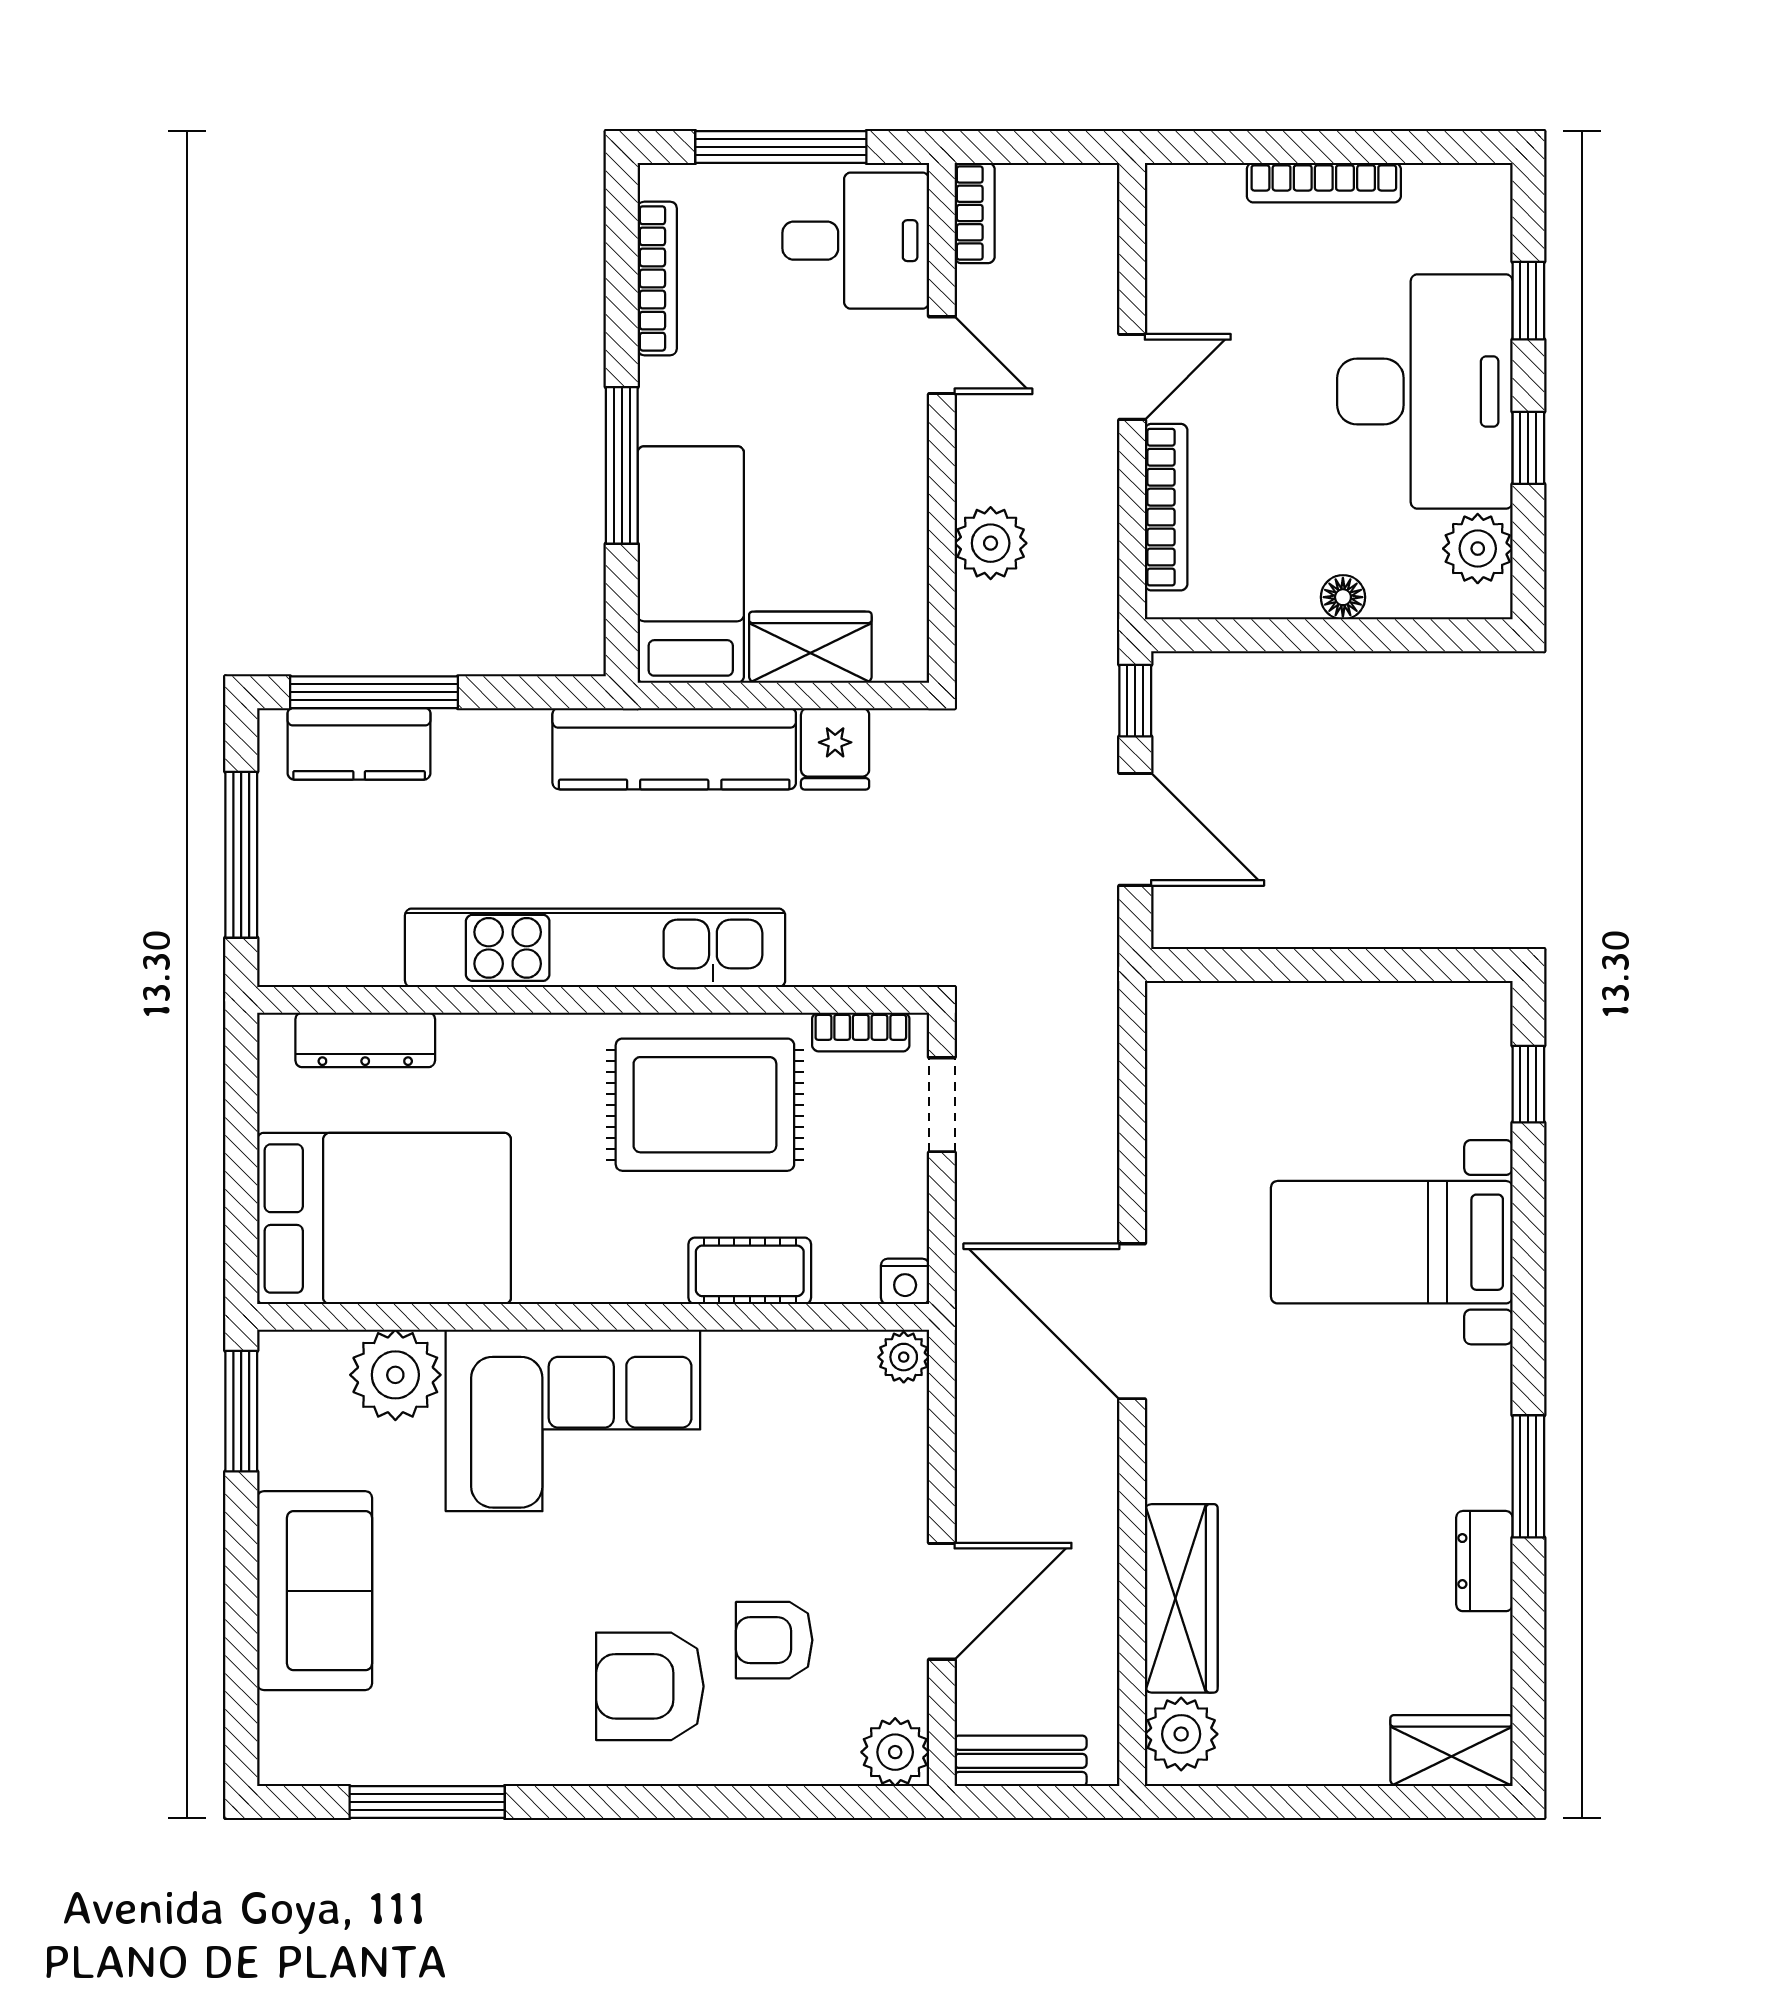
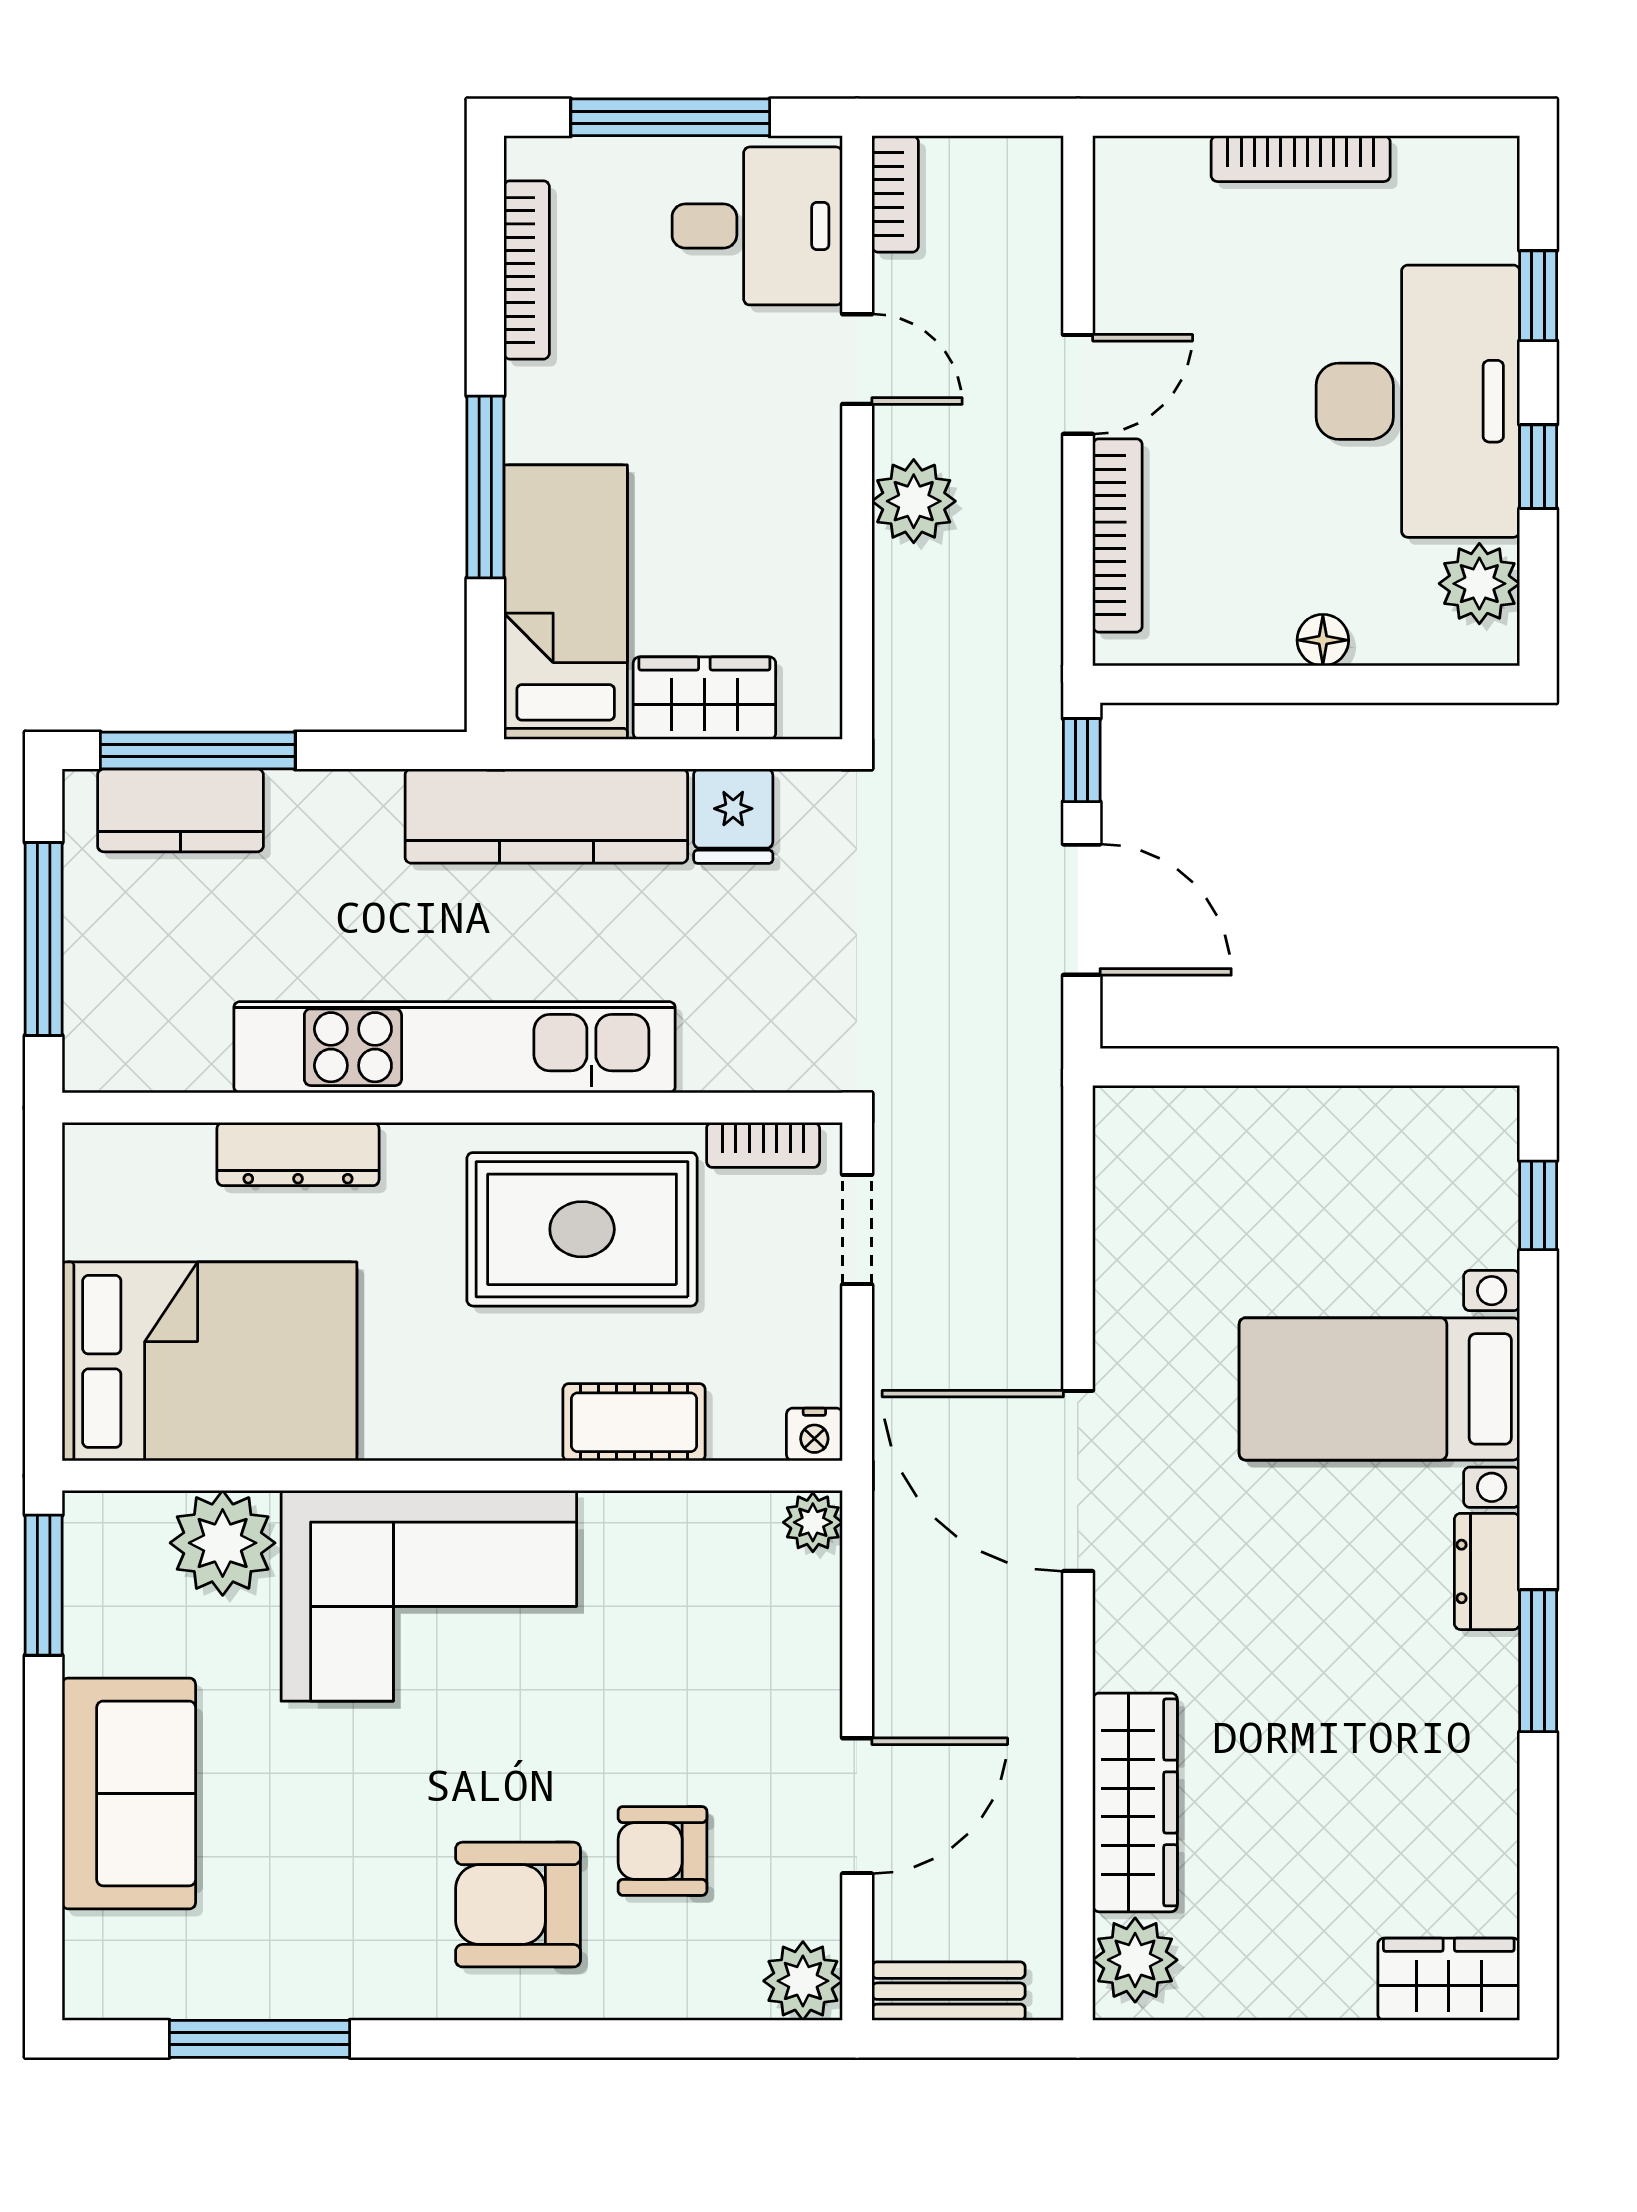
plant: (991, 543) -> (914, 501), moved
dresser: (365, 1040) -> (298, 1154), moved
dresser: (1484, 1561) -> (1487, 1571), moved

